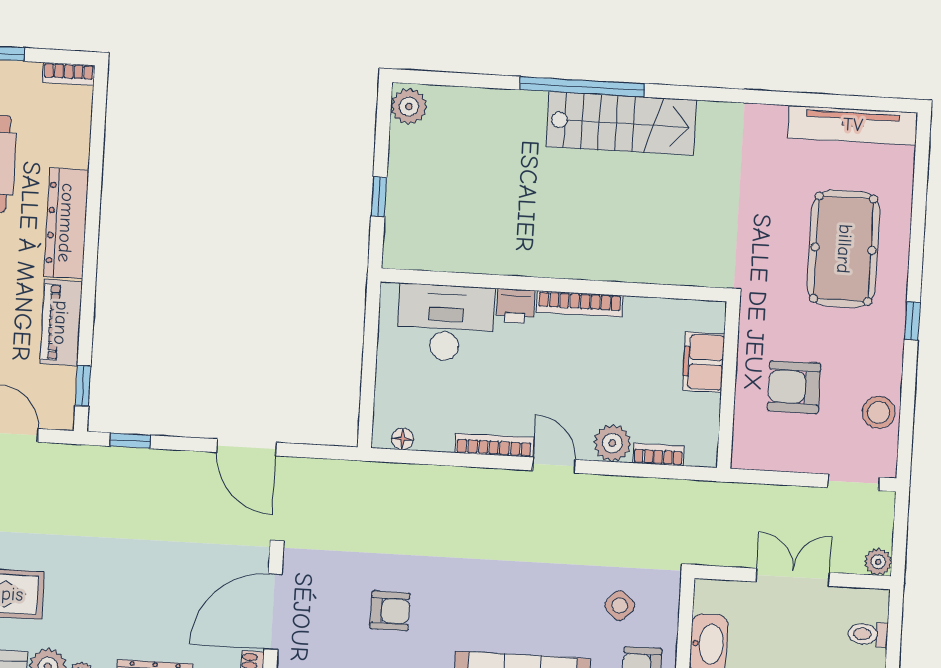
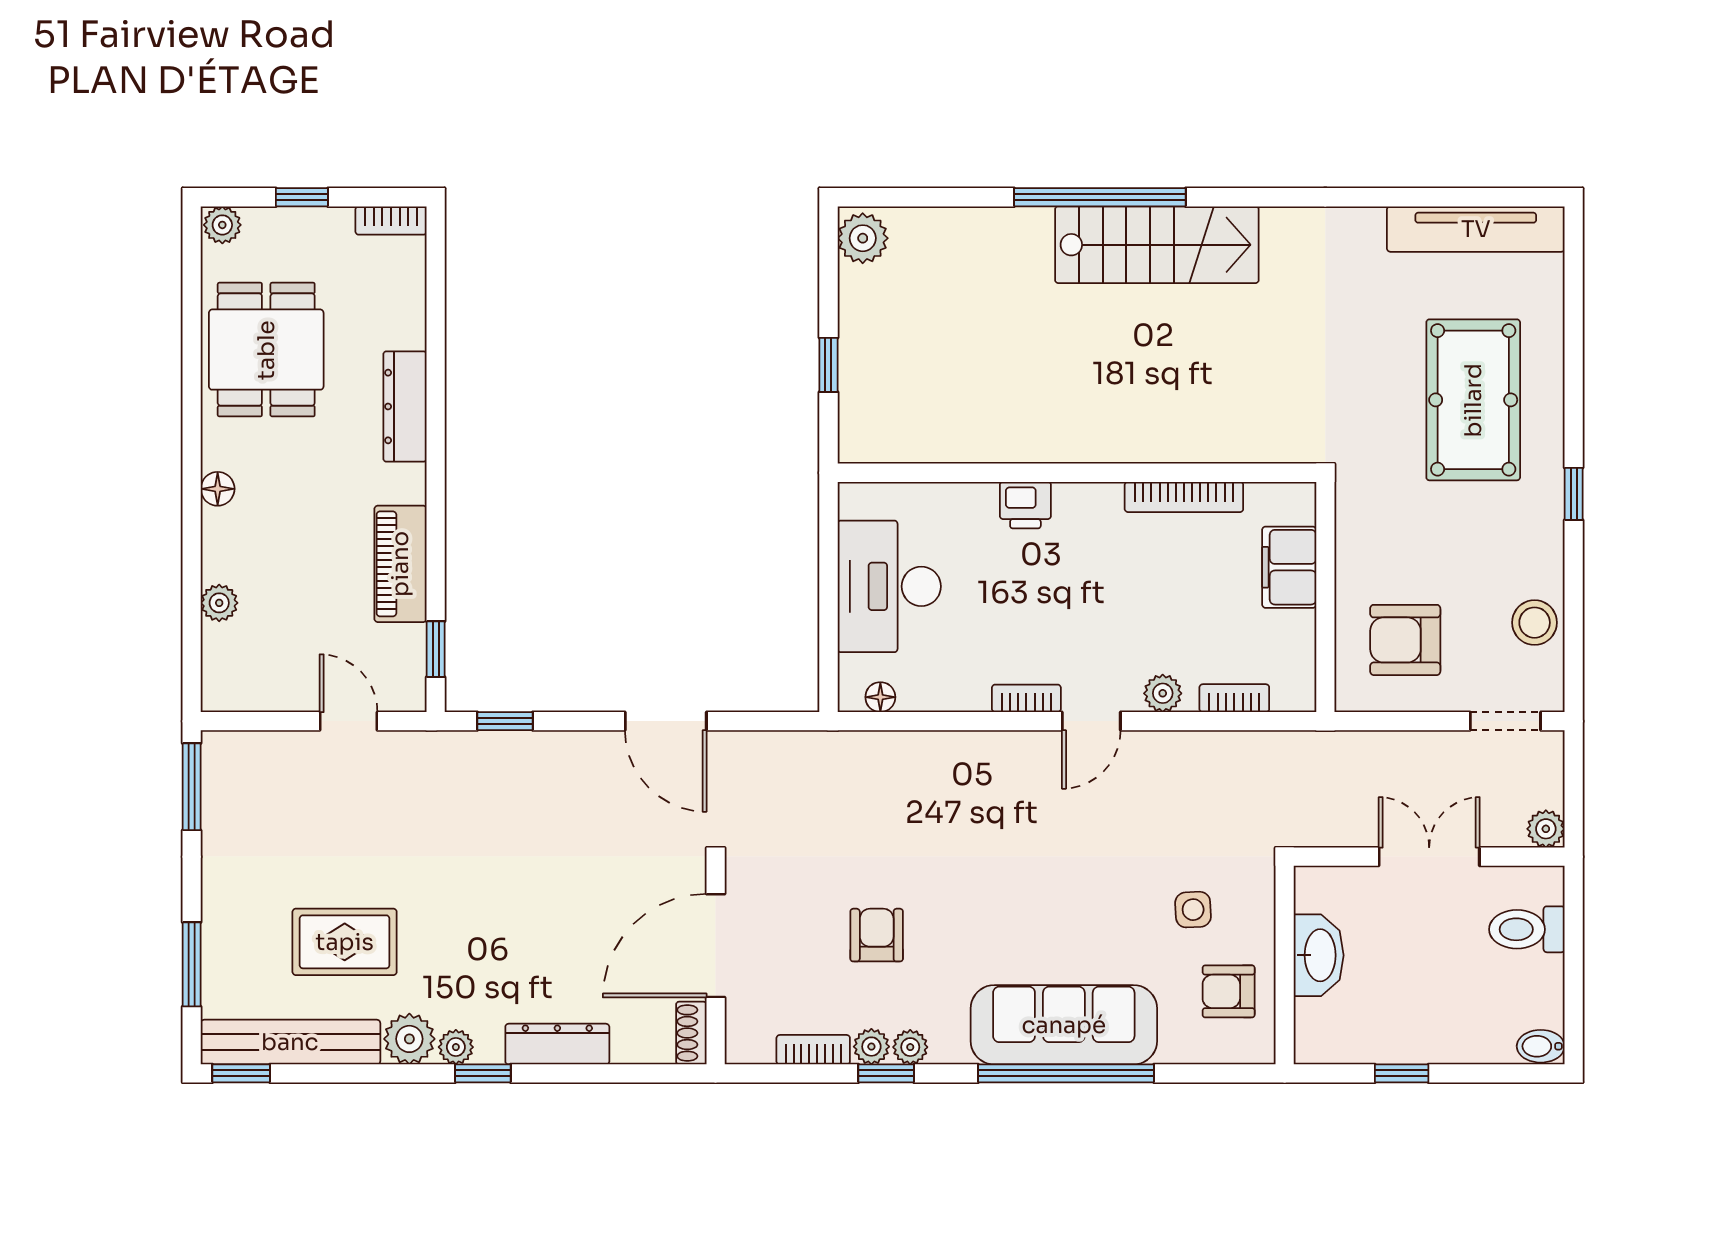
dresser: (66, 223) -> (405, 407), width x0.73, depth x0.80
bookcase: (580, 304) -> (1184, 497), moved
desk: (446, 323) -> (889, 586), moved, turned -90
armchair: (794, 387) -> (1405, 640), moved
plant: (612, 443) -> (1163, 693), width x0.73, depth x0.73
bookcase: (494, 445) -> (1026, 698), width x0.64
door: (554, 465) -> (1091, 721), swing flipped
side table: (620, 606) -> (1193, 910), turned 45
armchair: (390, 611) -> (877, 935), turned -90
toilet: (868, 634) -> (1527, 929), width x1.37, depth x1.39

